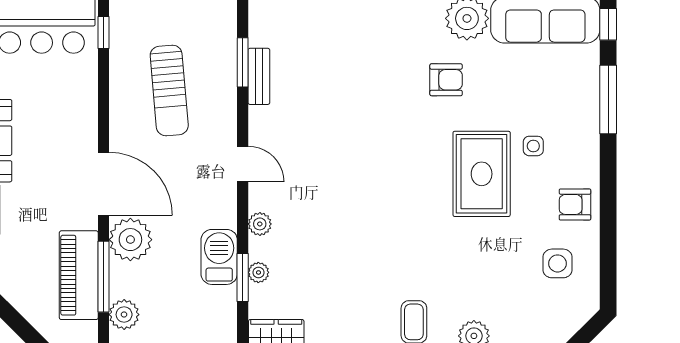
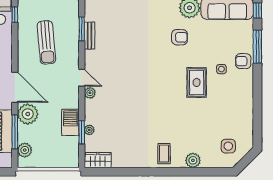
rug: (482, 174) -> (197, 82), width x0.73, depth x0.70
armchair: (575, 204) -> (243, 61), moved
plant: (260, 224) -> (90, 93), moved
side table: (558, 263) -> (228, 146), moved

